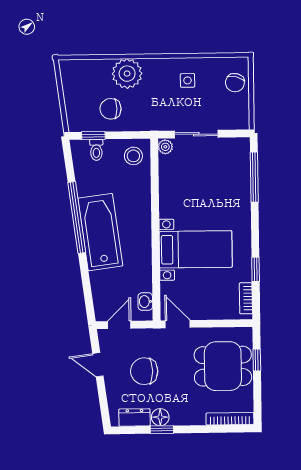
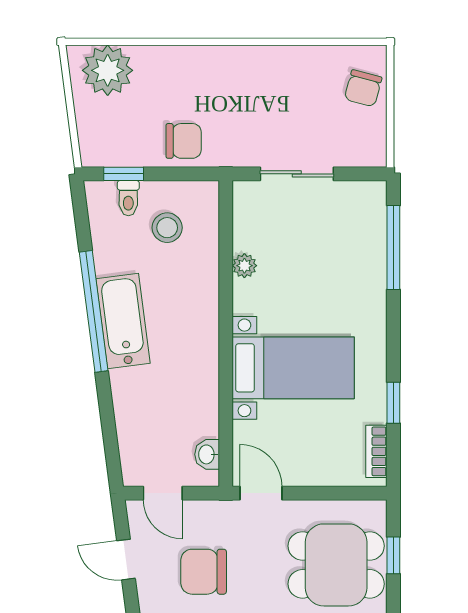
plant: (127, 74) -> (108, 70), moved
side table: (187, 80) -> (283, 83), removed
chair: (111, 109) -> (184, 141), moved, turned 180
plant: (165, 147) -> (244, 266), moved
stool: (133, 156) -> (167, 228), moved
bathtub: (100, 232) -> (123, 321), width x0.73, depth x0.73
door: (119, 325) -> (163, 493), swing flipped

